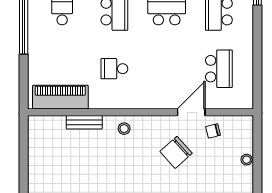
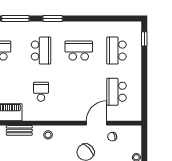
school desk: (114, 69) -> (41, 92), turned 90
school desk: (219, 69) -> (116, 92), turned 180

